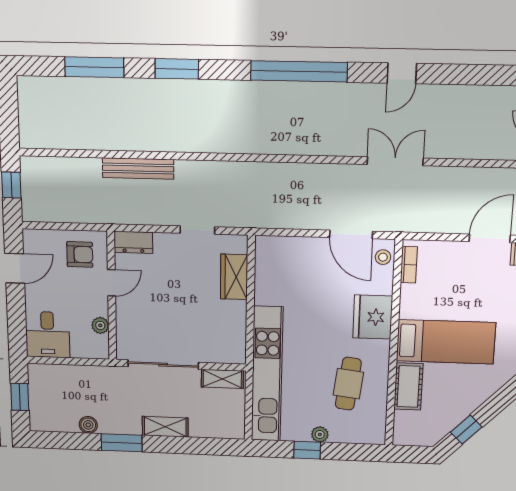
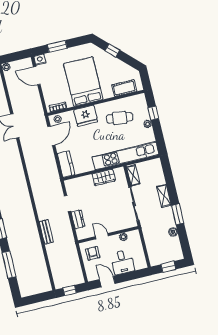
bench: (138, 168) -> (46, 232), width x0.73
dresser: (133, 242) -> (78, 219), moved
kitchen counter: (282, 249) -> (66, 164), added
wardrobe: (234, 277) -> (104, 177), moved
desk: (48, 335) -> (122, 262), moved, turned 90
bed: (446, 342) -> (83, 82), width x1.50
cot: (408, 386) -> (124, 88), moved
window: (466, 430) -> (112, 50), moved
window: (307, 450) -> (153, 113), moved

